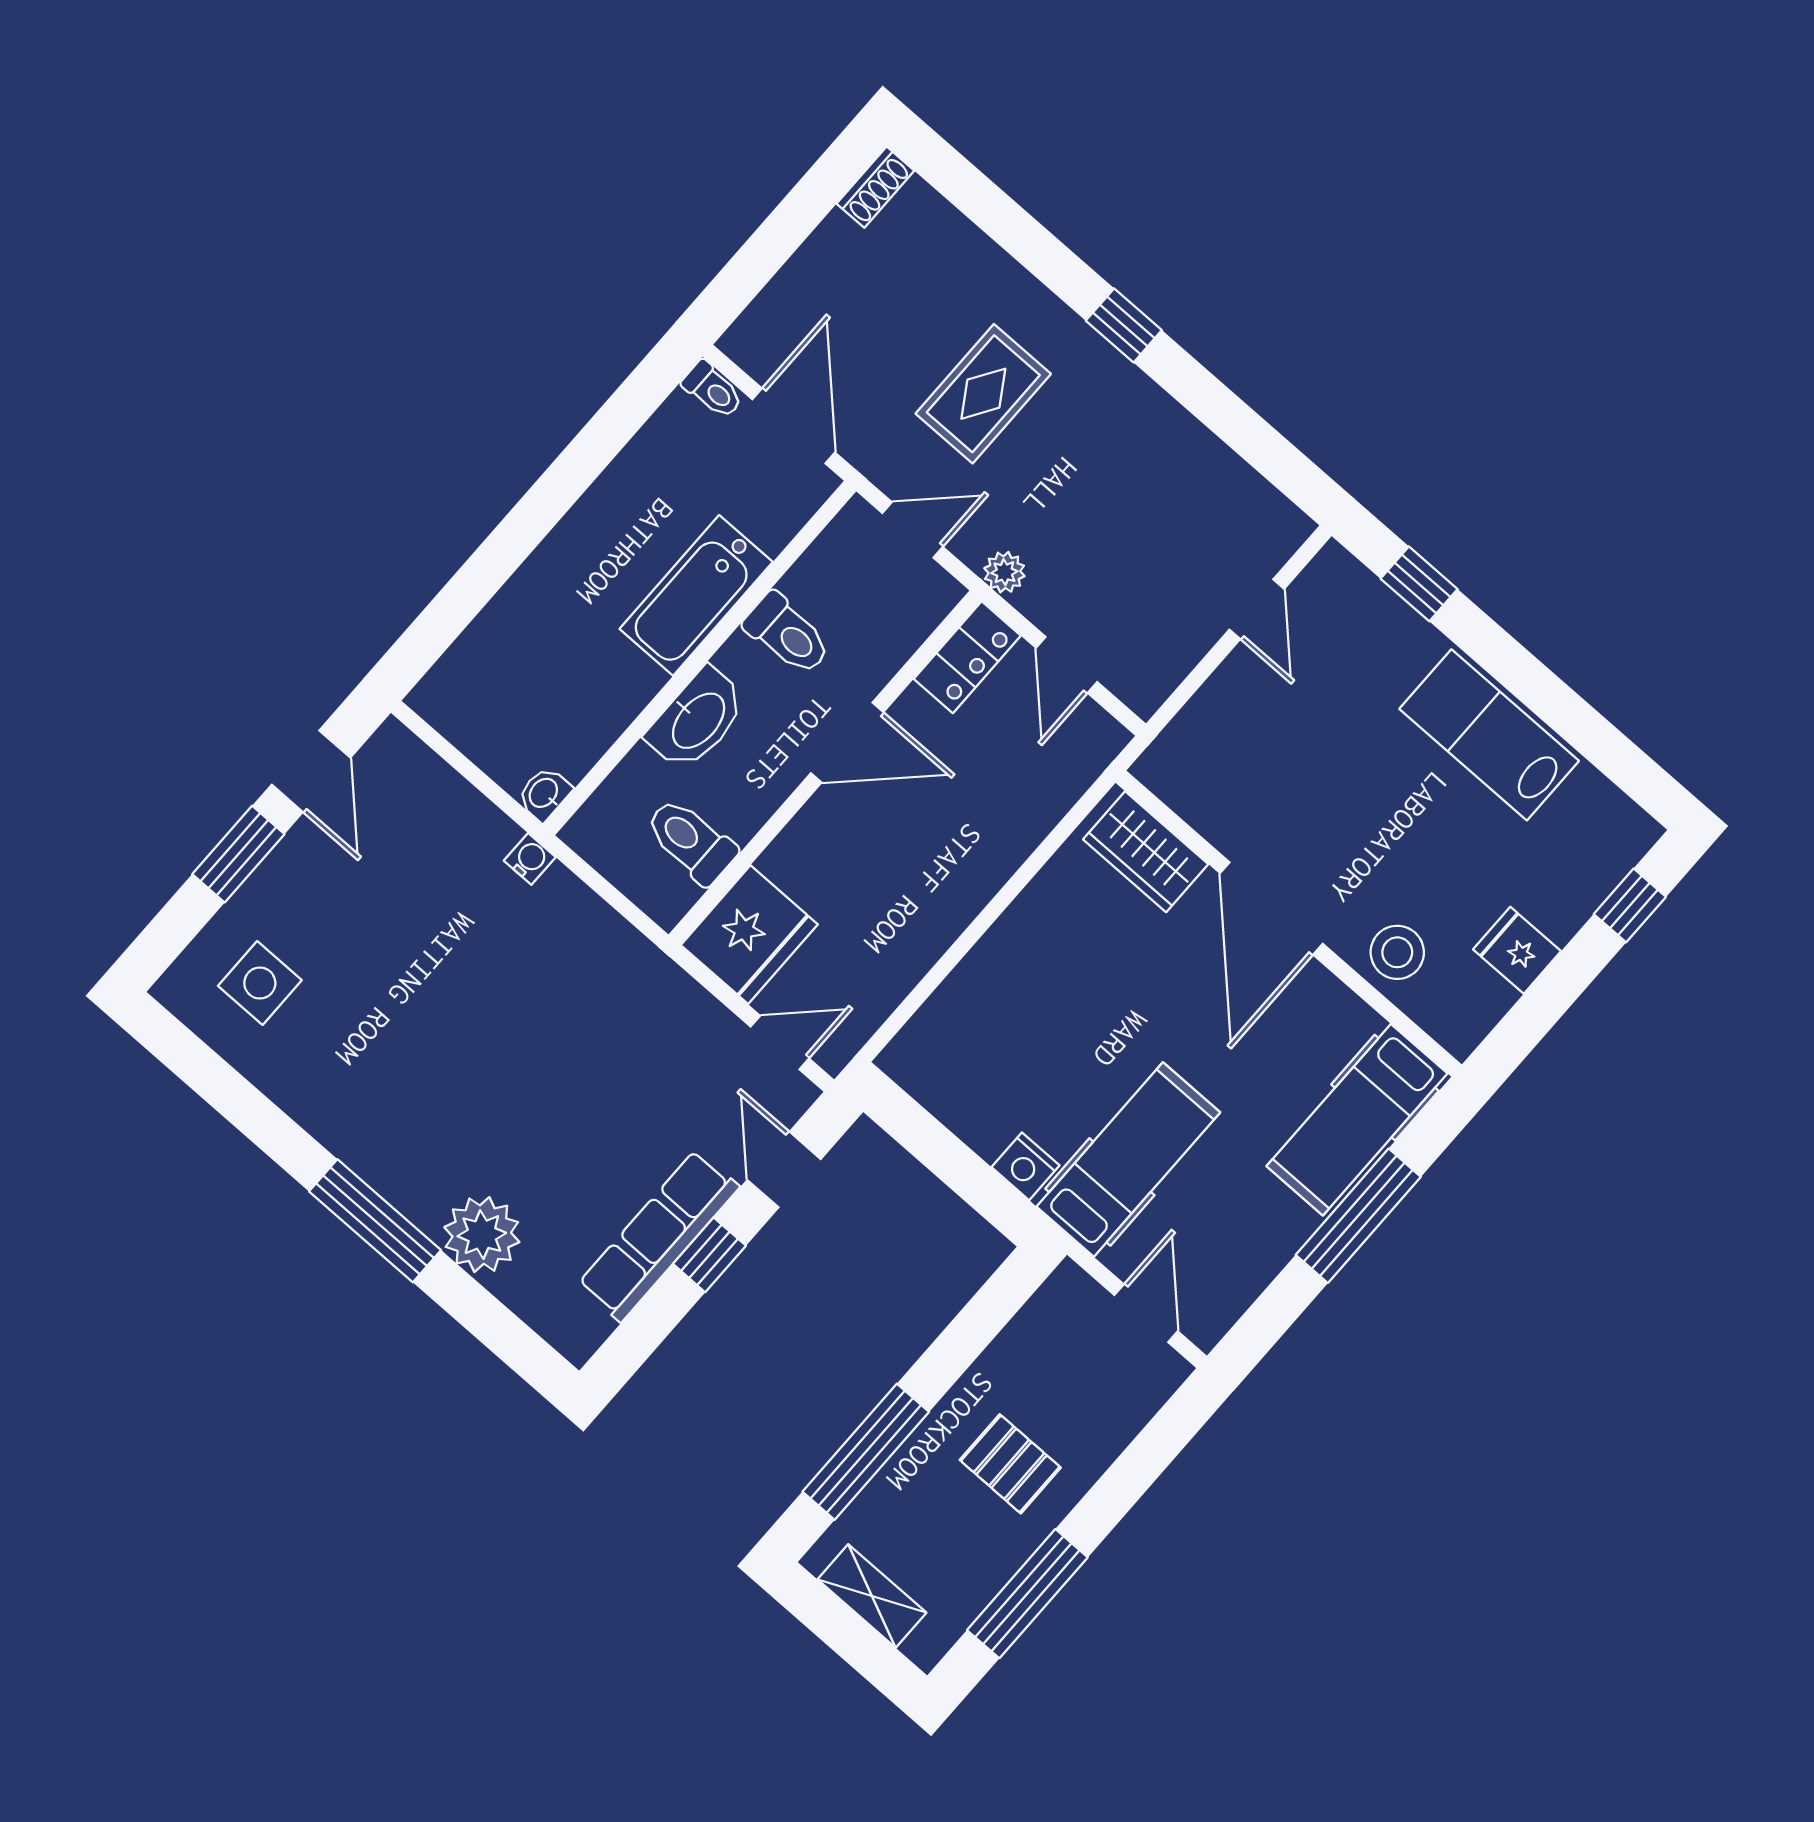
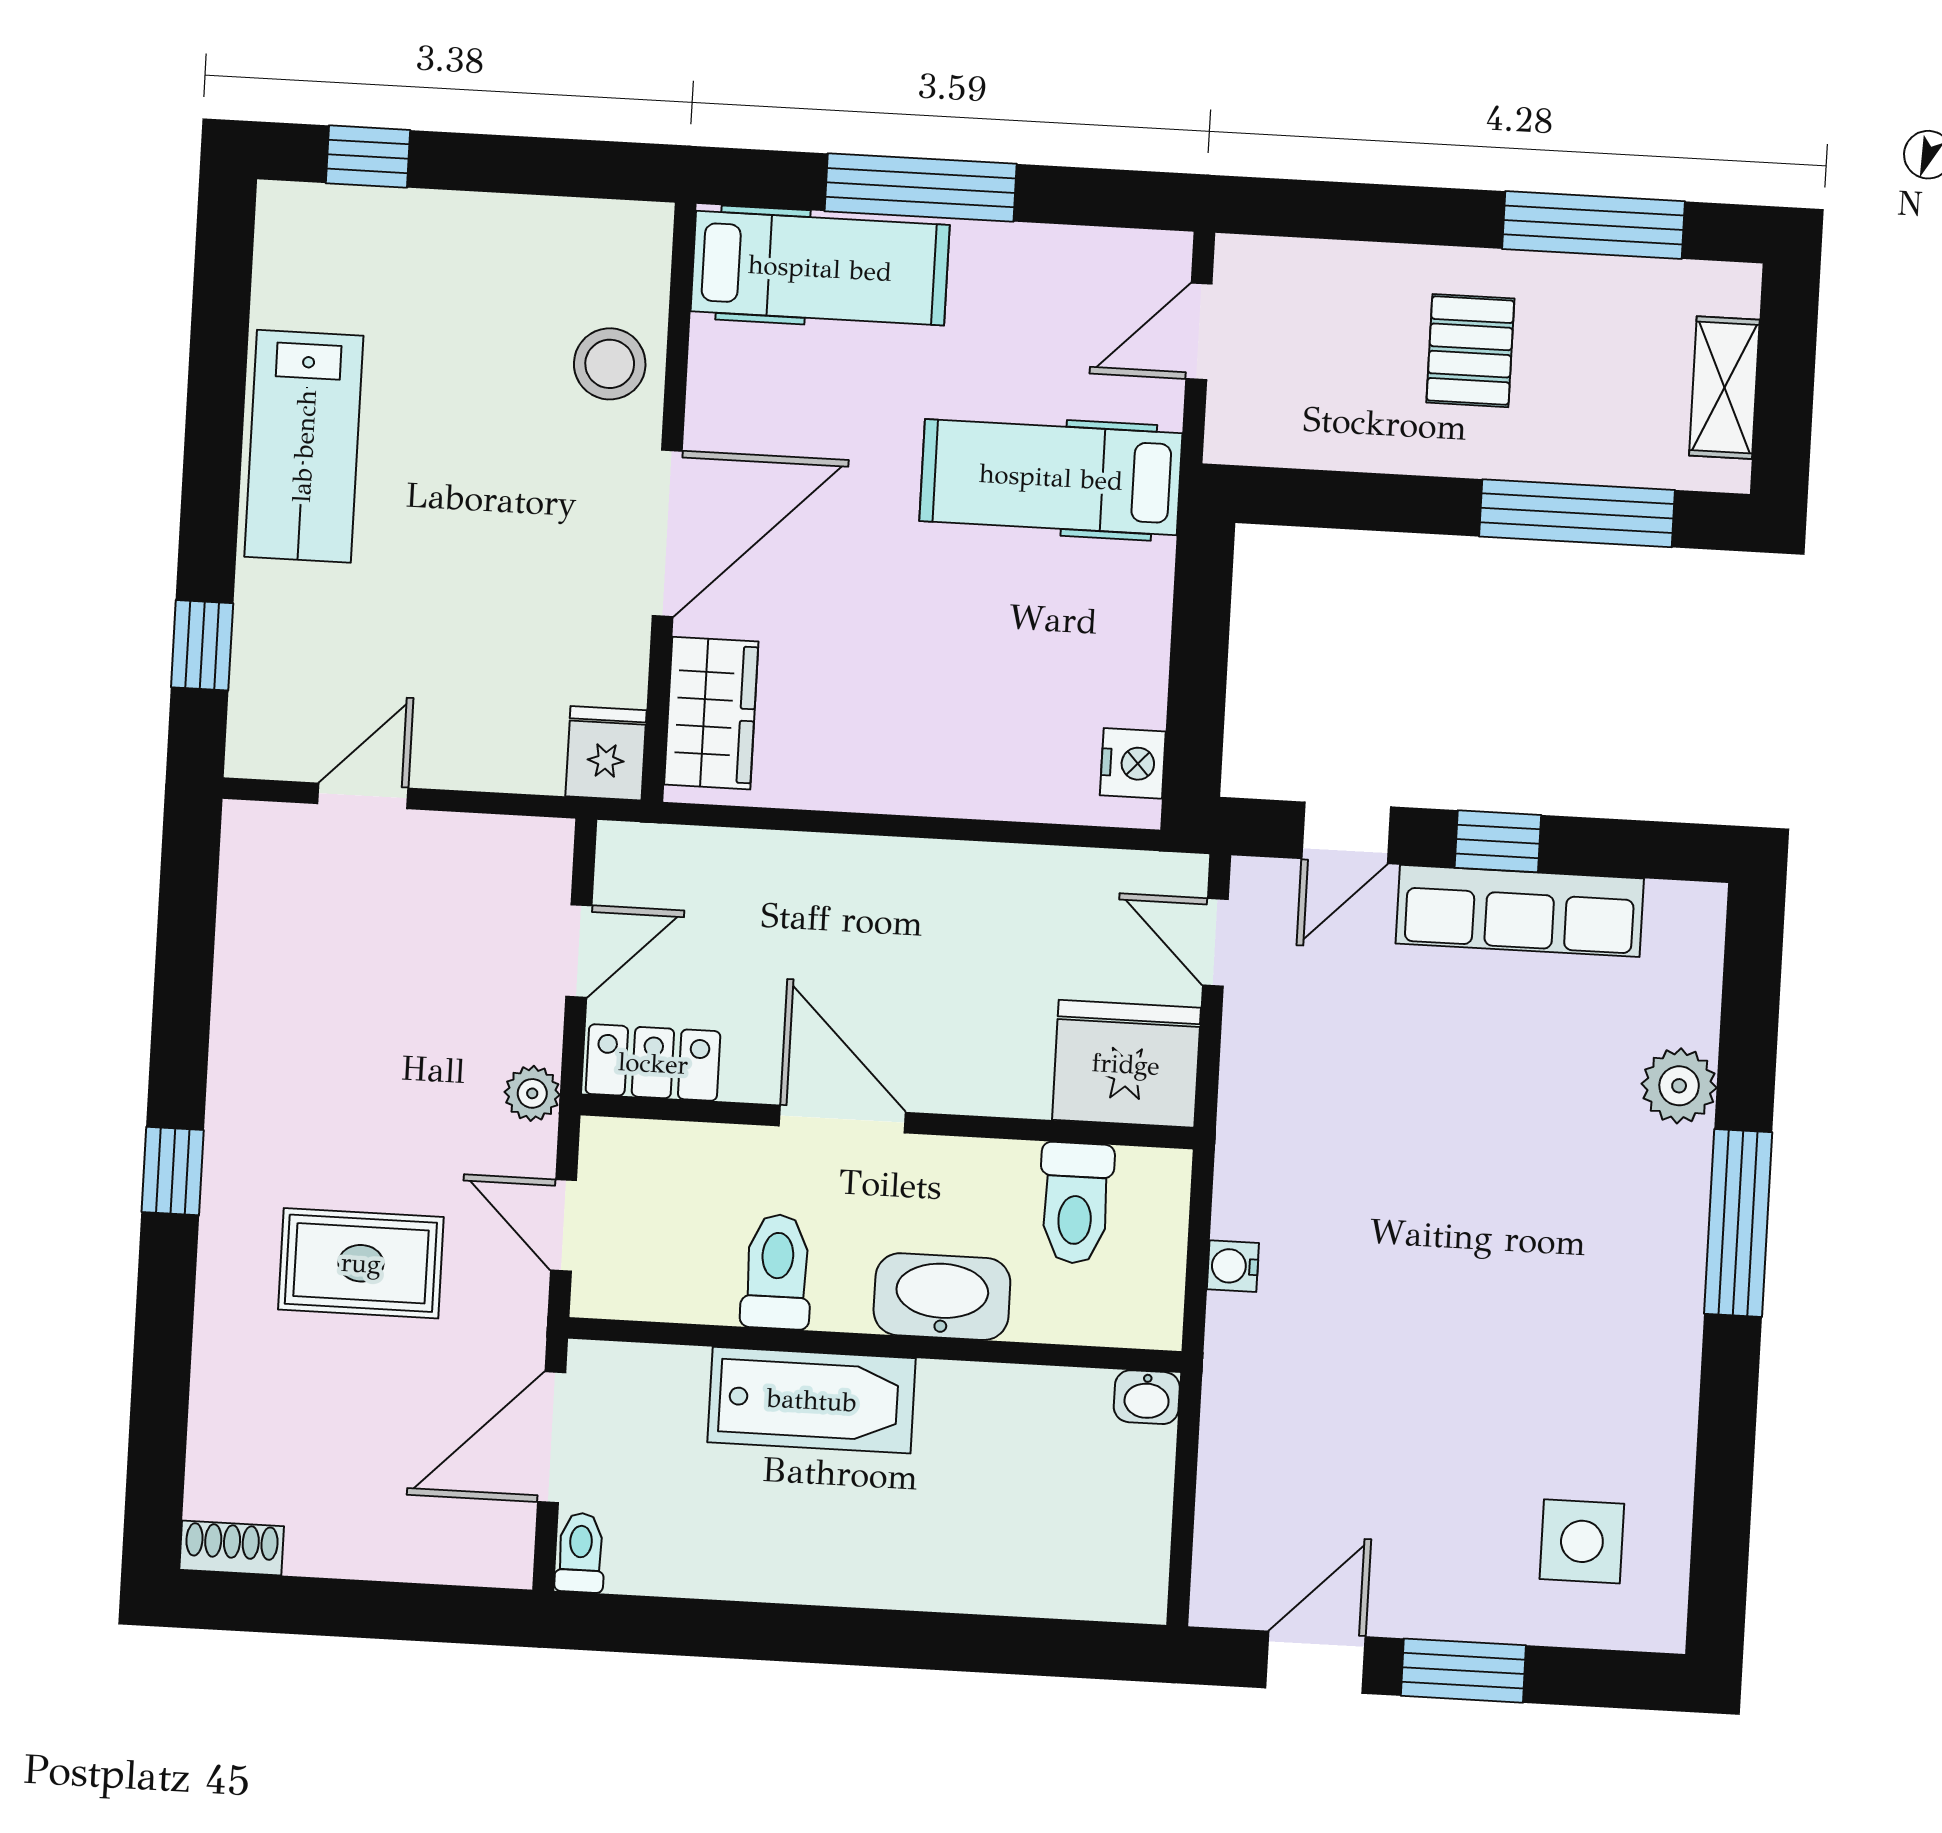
water cooler: (530, 859) -> (1233, 1266), moved
fridge: (1517, 950) -> (606, 753), moved, turned 180
nightstand: (1026, 1166) -> (1133, 763), moved
plant: (482, 1235) -> (1679, 1086), width x0.73, depth x0.73

